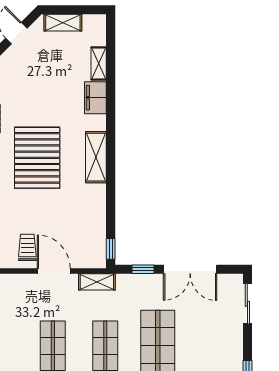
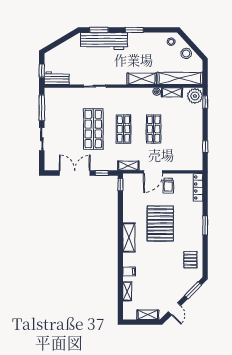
filing cabinet: (95, 98) -> (129, 272), width x0.50
pallet: (37, 158) -> (160, 223), moved
door: (54, 271) -> (153, 172), hinge flipped
sliding door: (247, 304) -> (42, 139), moved

